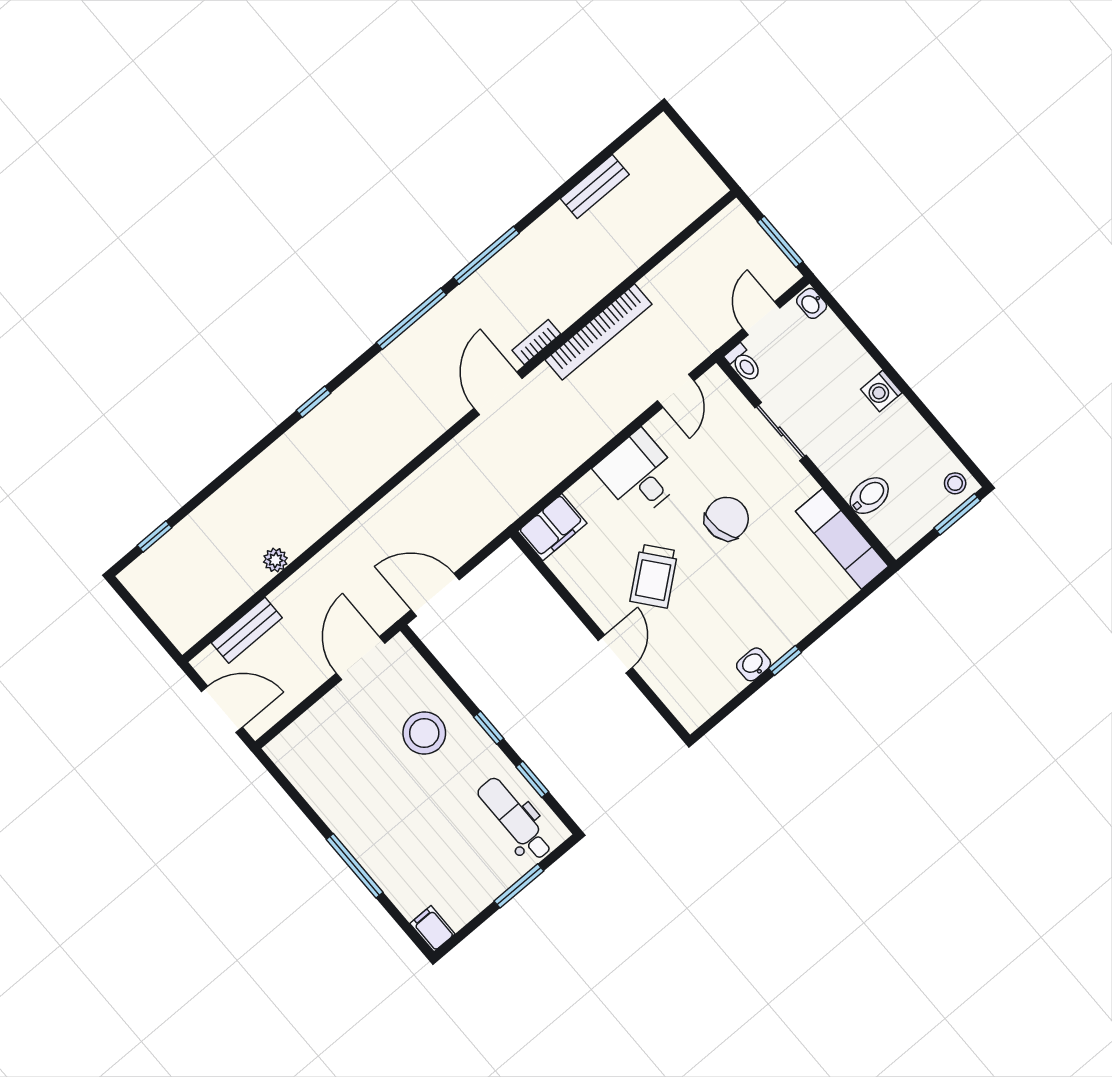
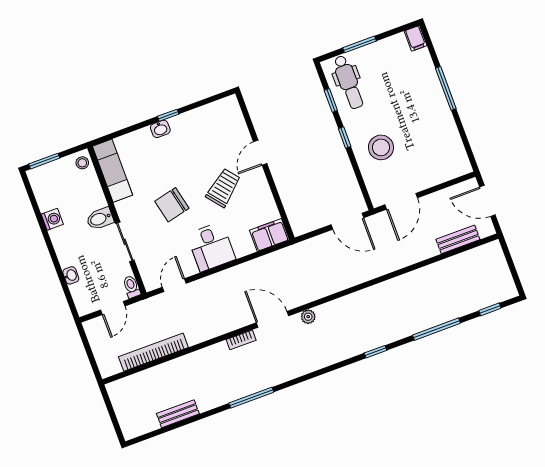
window: (780, 242) -> (87, 346), removed
washbasin: (812, 303) -> (71, 275), moved
window: (411, 319) -> (437, 329), moved
bookcase: (598, 332) -> (153, 352), moved
washing machine: (881, 391) -> (52, 219), moved
door: (498, 393) -> (273, 319), swing flipped
stool: (955, 483) -> (82, 163), moved
bidet: (869, 496) -> (100, 219), moved
plant: (275, 560) -> (308, 317), moved
washbasin: (754, 664) -> (160, 129), moved

